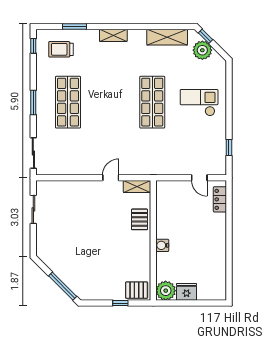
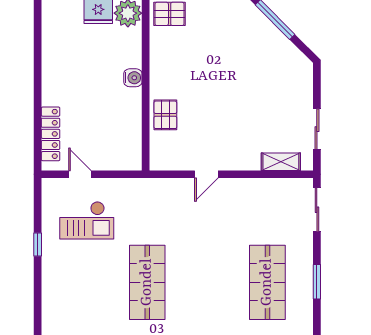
checkout: (199, 103) -> (87, 220), moved
window: (229, 147) -> (38, 245), moved
shelving: (137, 187) -> (281, 162), moved
locker: (220, 199) -> (51, 134), width x1.53

